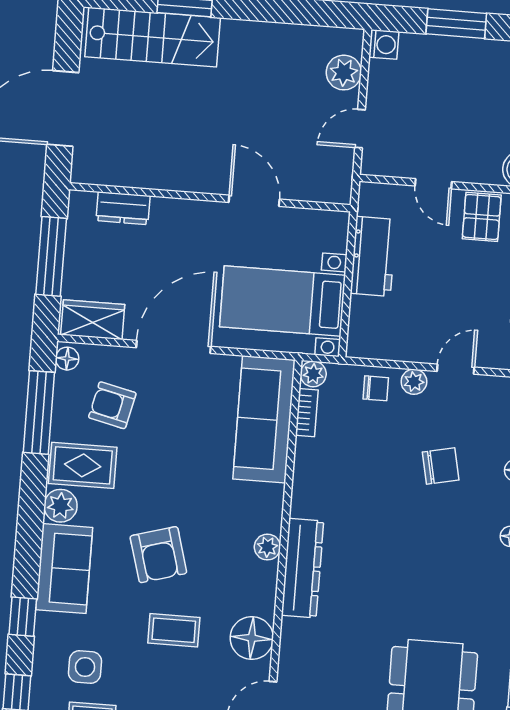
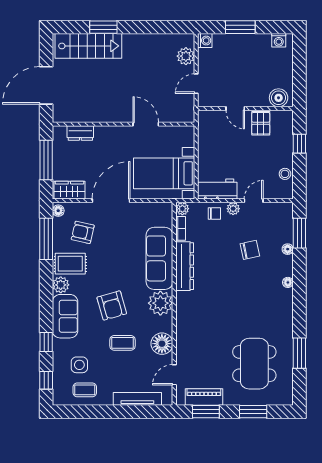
workbench: (373, 256) -> (217, 189), moved, turned -90
sofa: (264, 419) -> (159, 258), moved
plant: (267, 547) -> (160, 303), width x1.88, depth x1.88
dresser: (302, 568) -> (185, 266), moved

